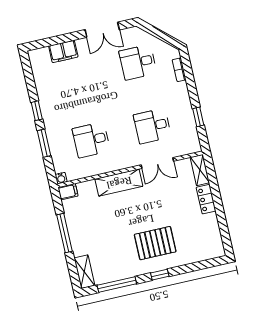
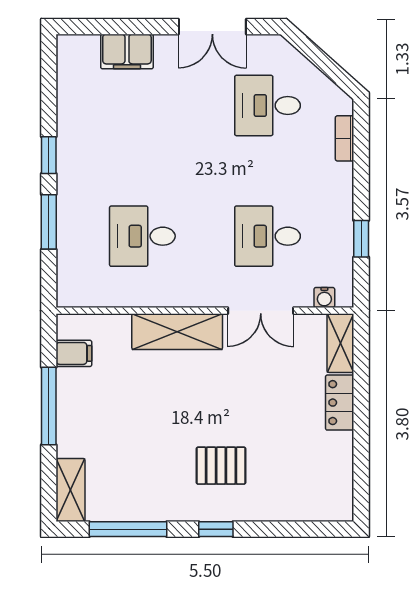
water cooler: (61, 178) -> (324, 297), moved
filing cabinet: (68, 192) -> (74, 353), moved
pallet: (155, 243) -> (221, 466), width x0.67, depth x0.71

